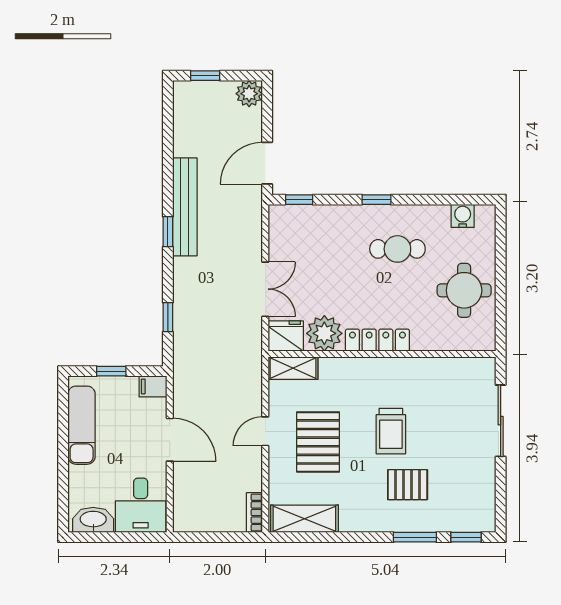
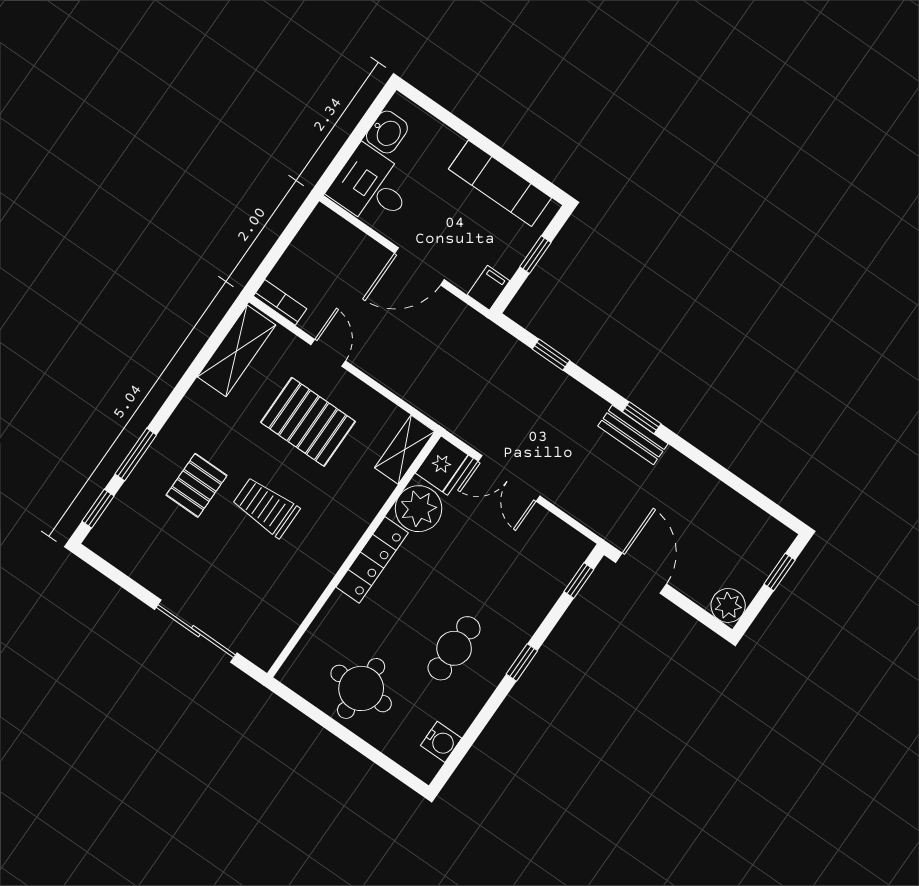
bench: (185, 207) -> (633, 435), width x0.54, depth x0.82
door: (265, 431) -> (328, 353), moved
washbasin: (93, 520) -> (387, 132), width x0.72

